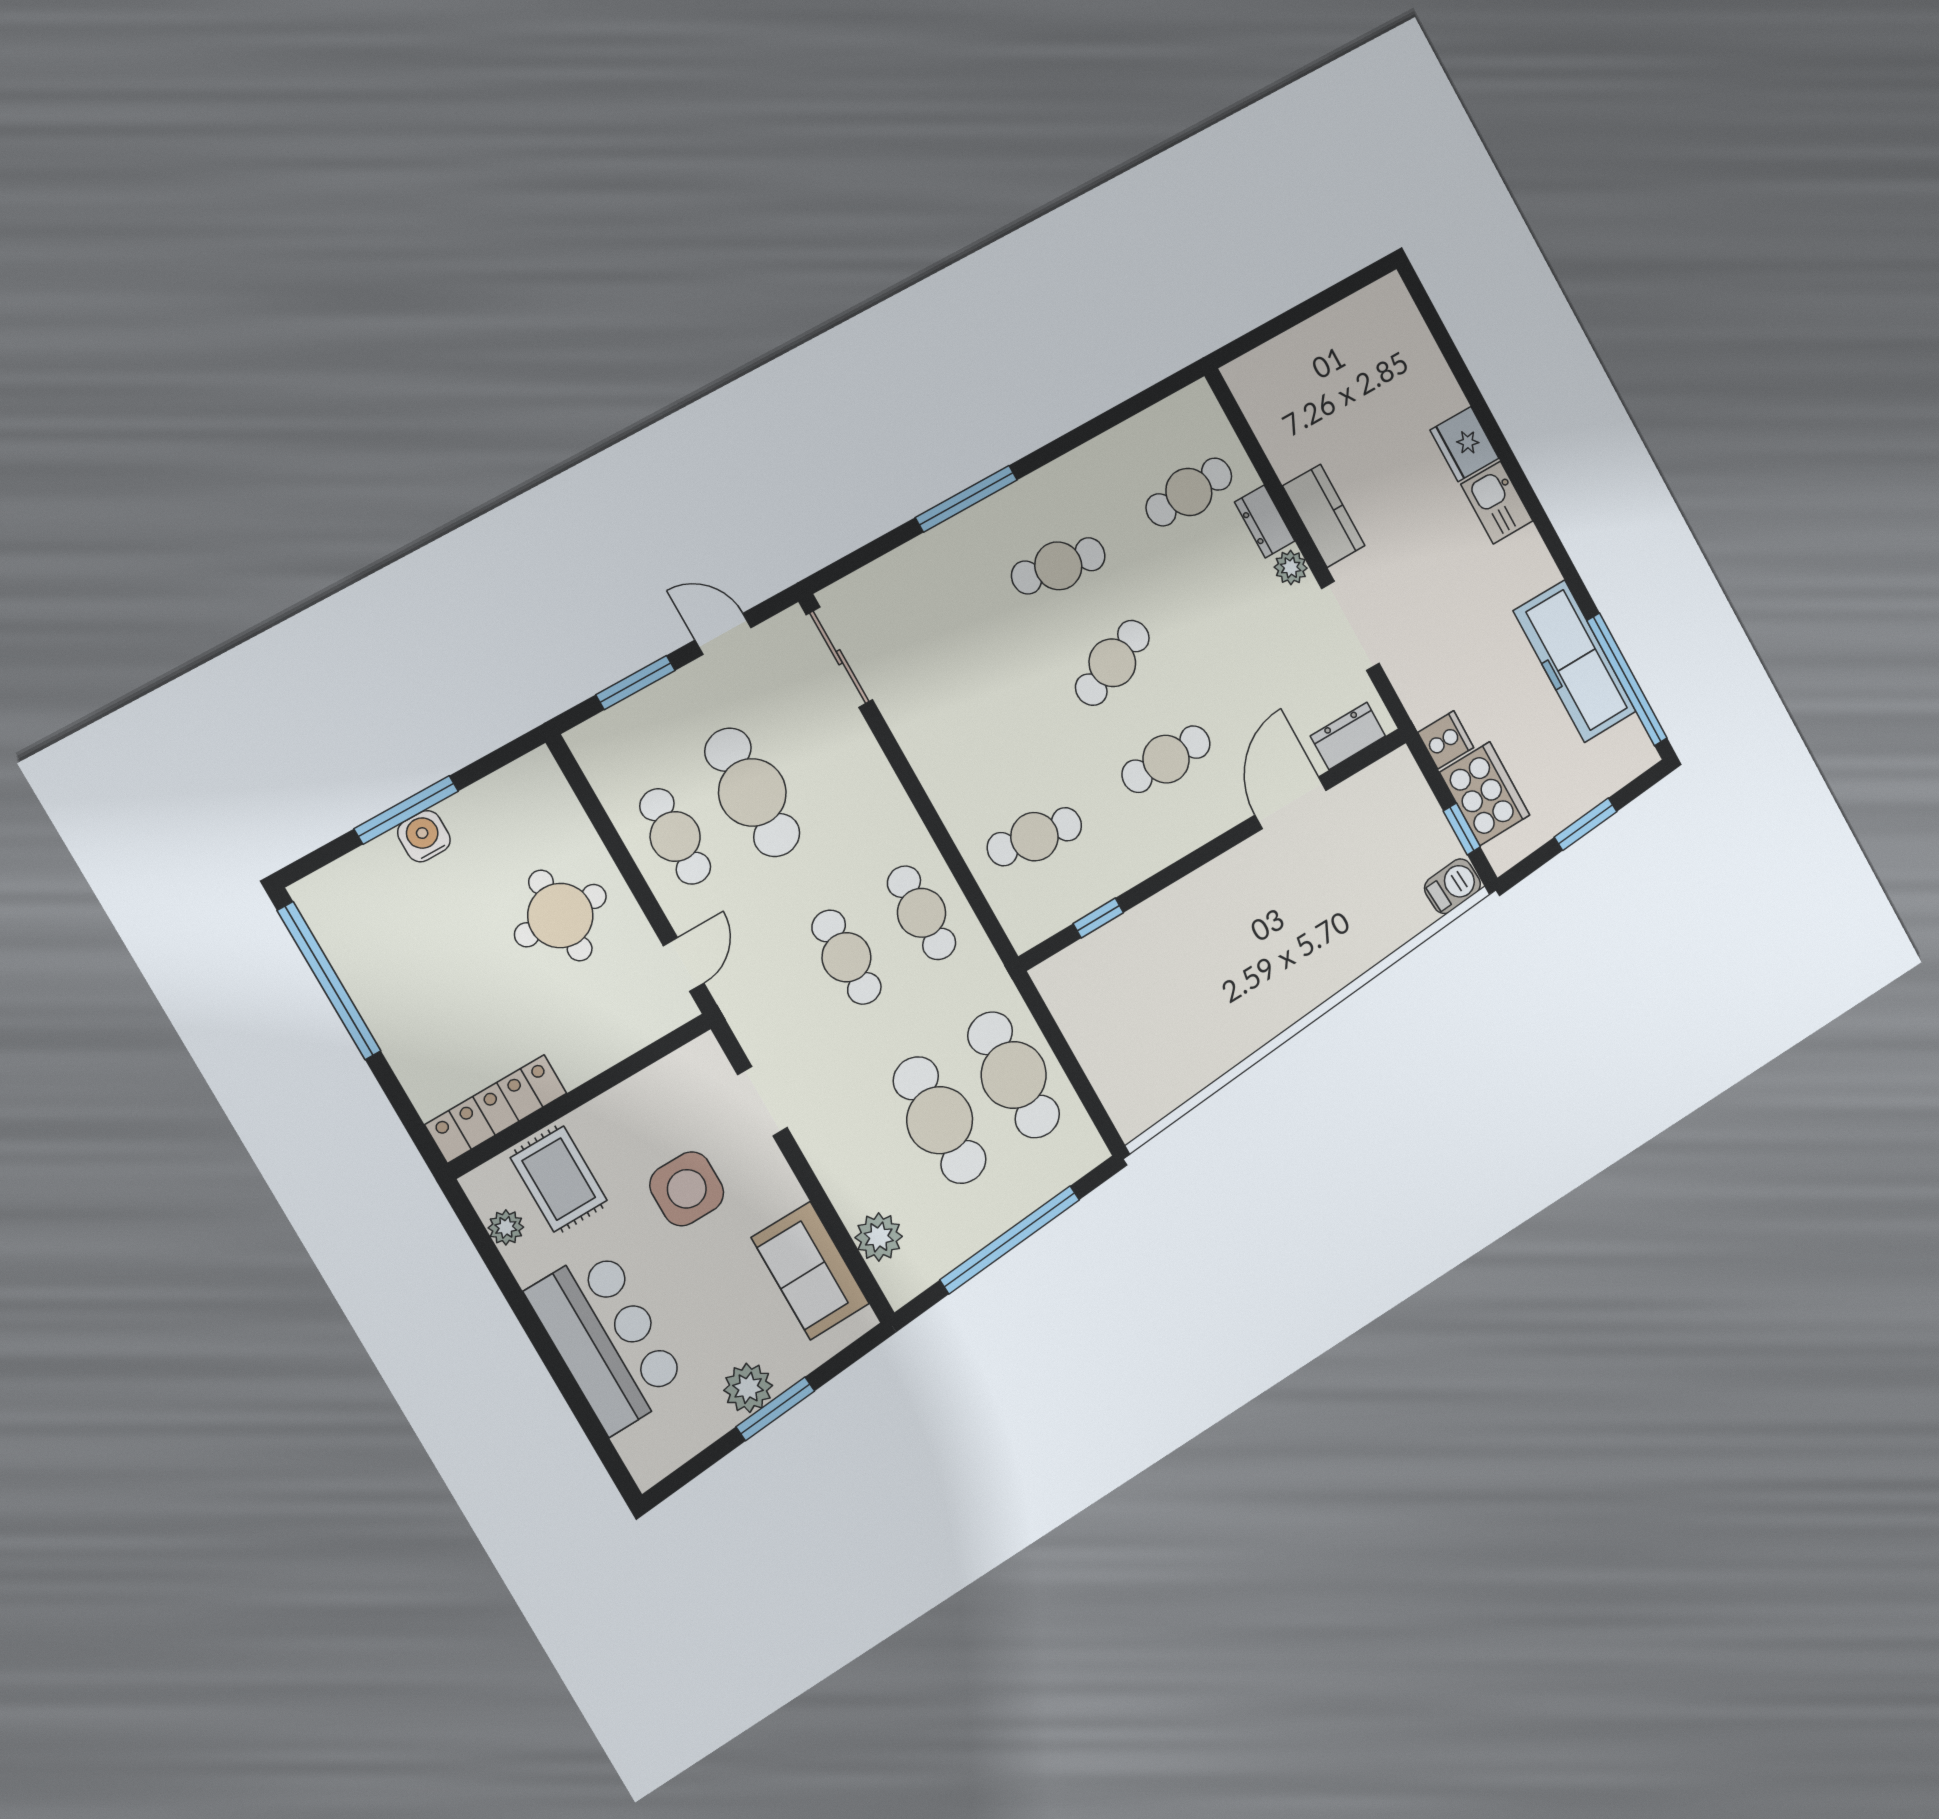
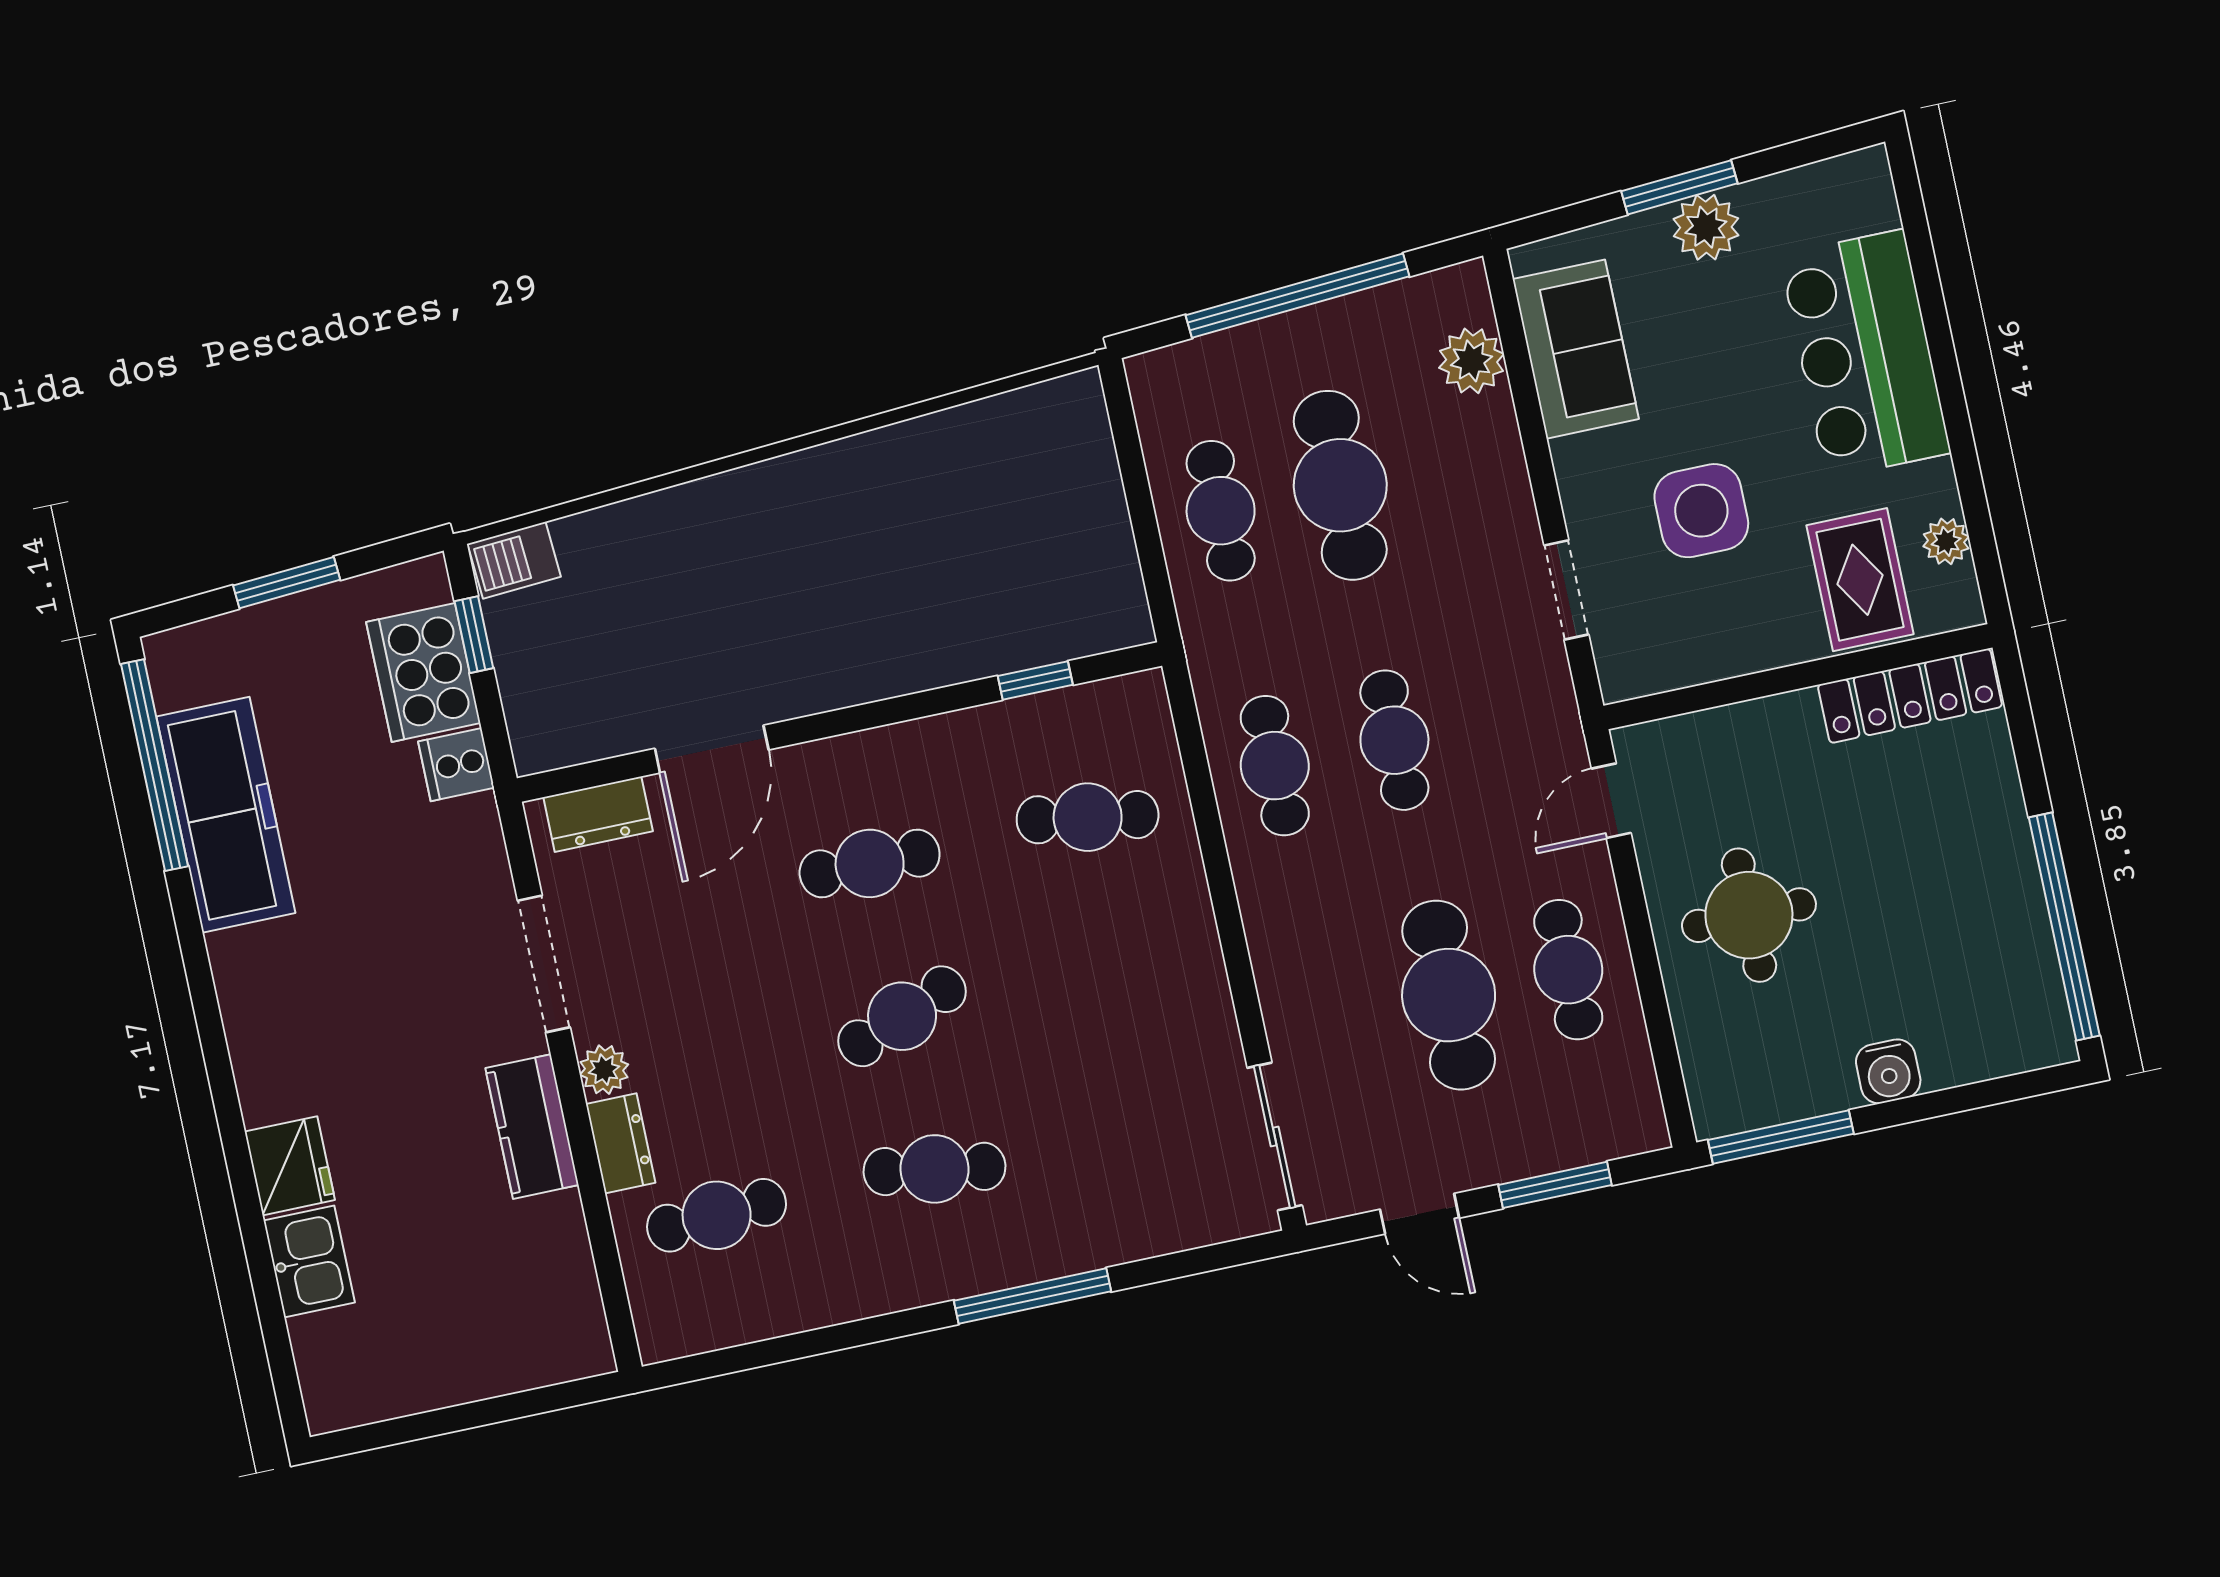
kitchen sink: (1497, 503) -> (309, 1262), moved
window: (406, 810) -> (1781, 1137), moved
cafe table: (1014, 1075) -> (1221, 511), width x0.73, depth x0.74

